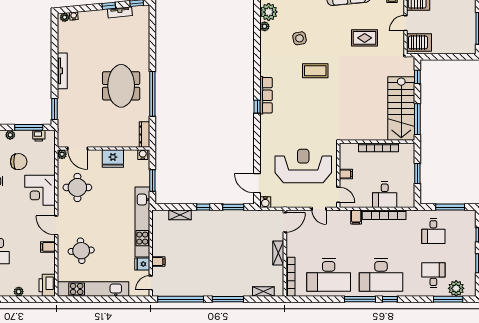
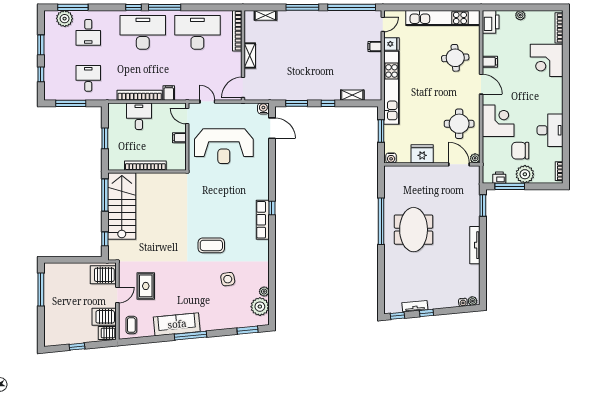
rug: (365, 38) -> (146, 286), moved, turned 90
dresser: (144, 134) -> (389, 179), removed
plant: (10, 135) -> (525, 174), width x1.88, depth x1.88

